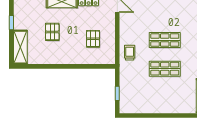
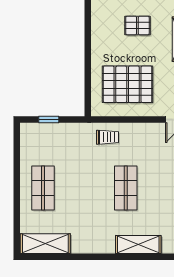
pallet: (93, 39) -> (128, 84), width x2.05, depth x2.00
shop shelf: (165, 69) -> (43, 188), moved

